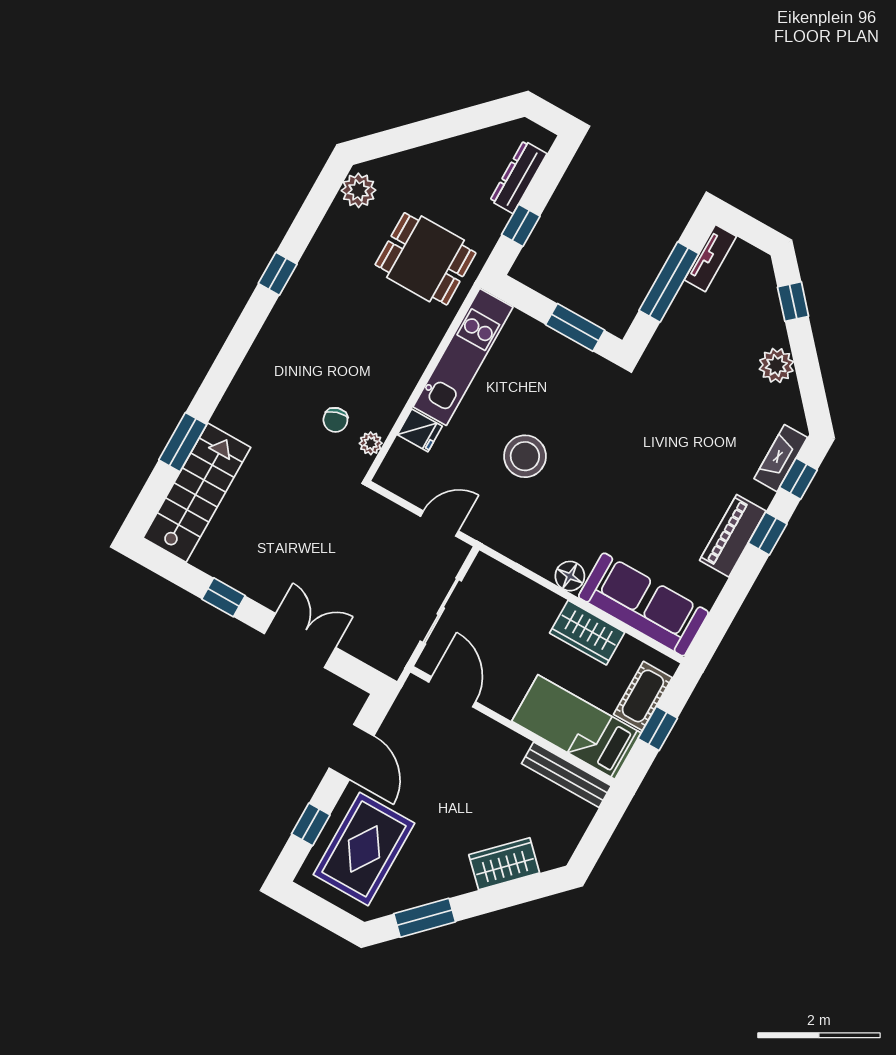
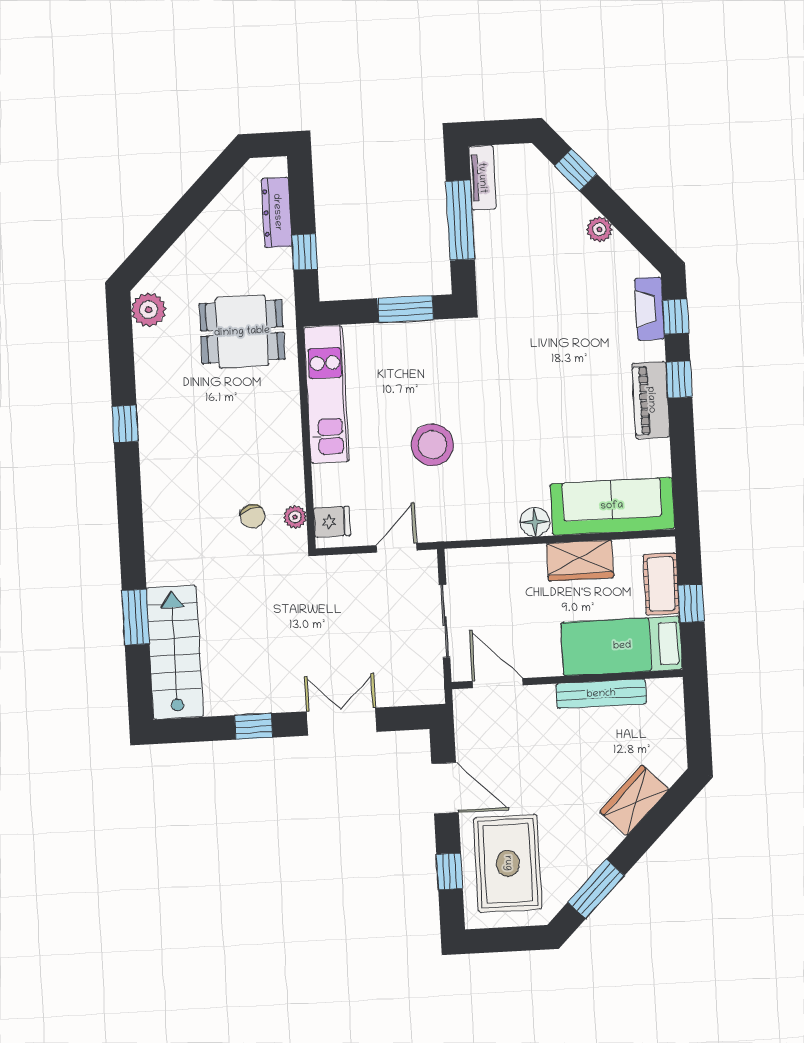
plant: (776, 365) -> (599, 229), width x0.73, depth x0.73
fridge: (420, 430) -> (332, 522), moved
bench: (566, 775) -> (601, 694), moved

